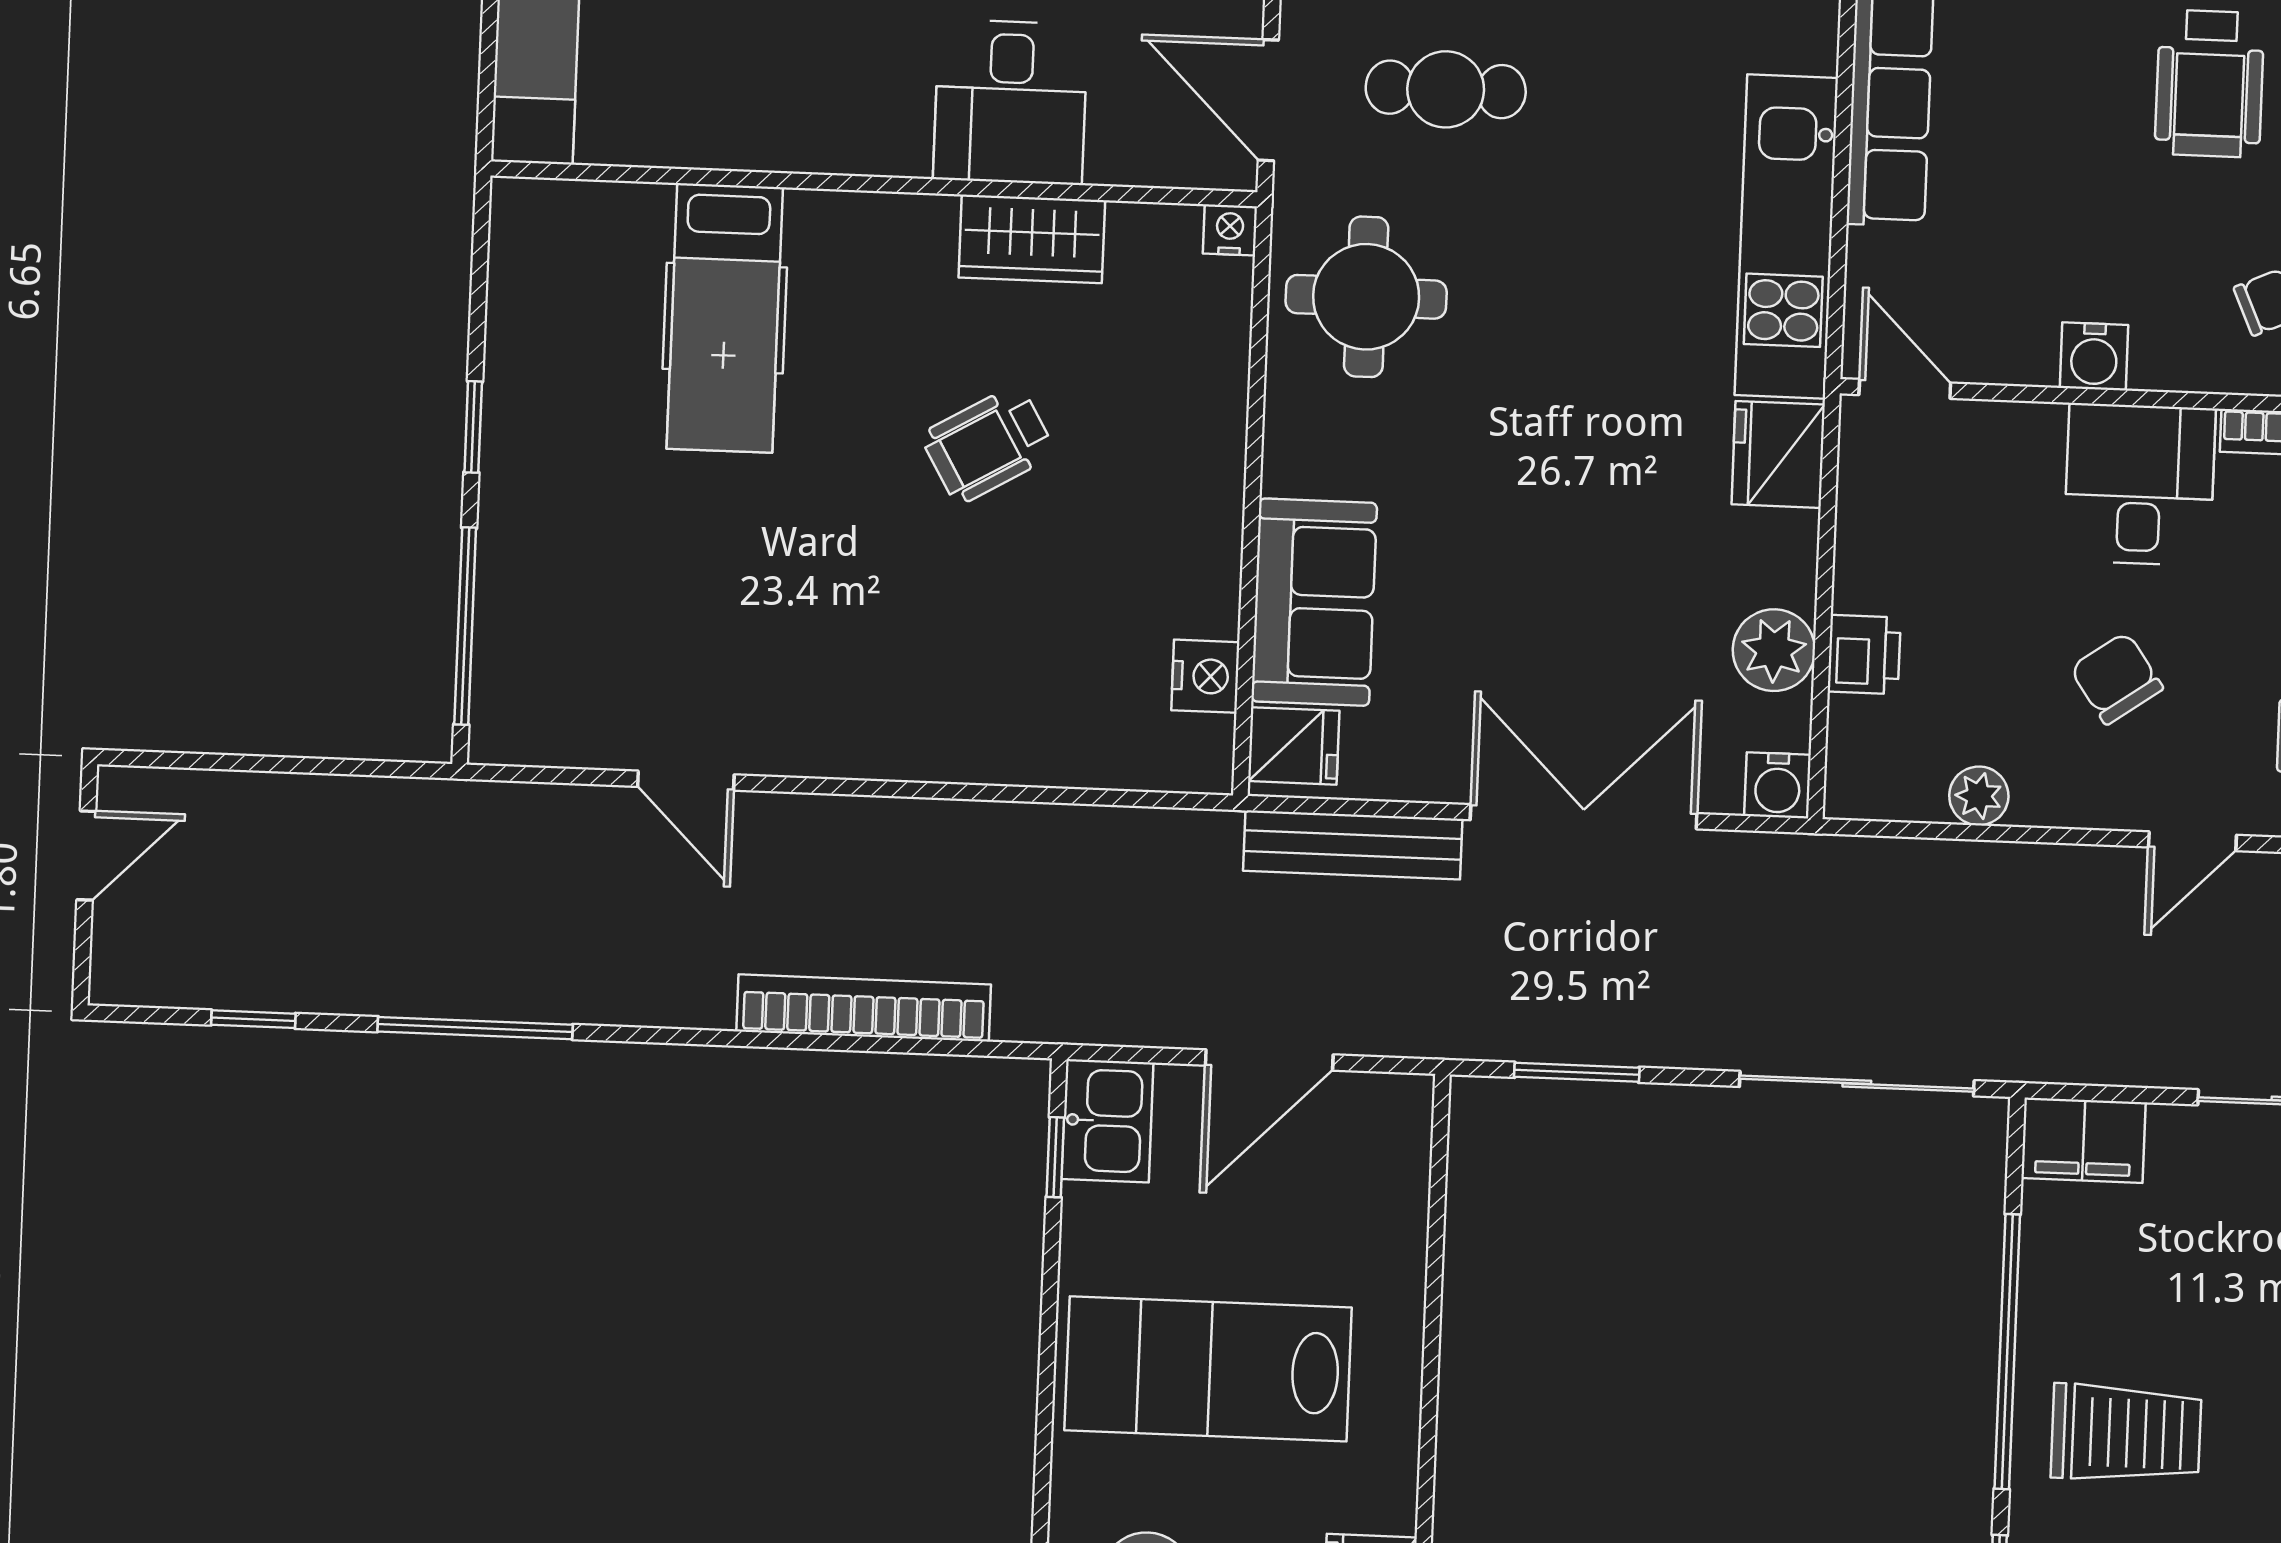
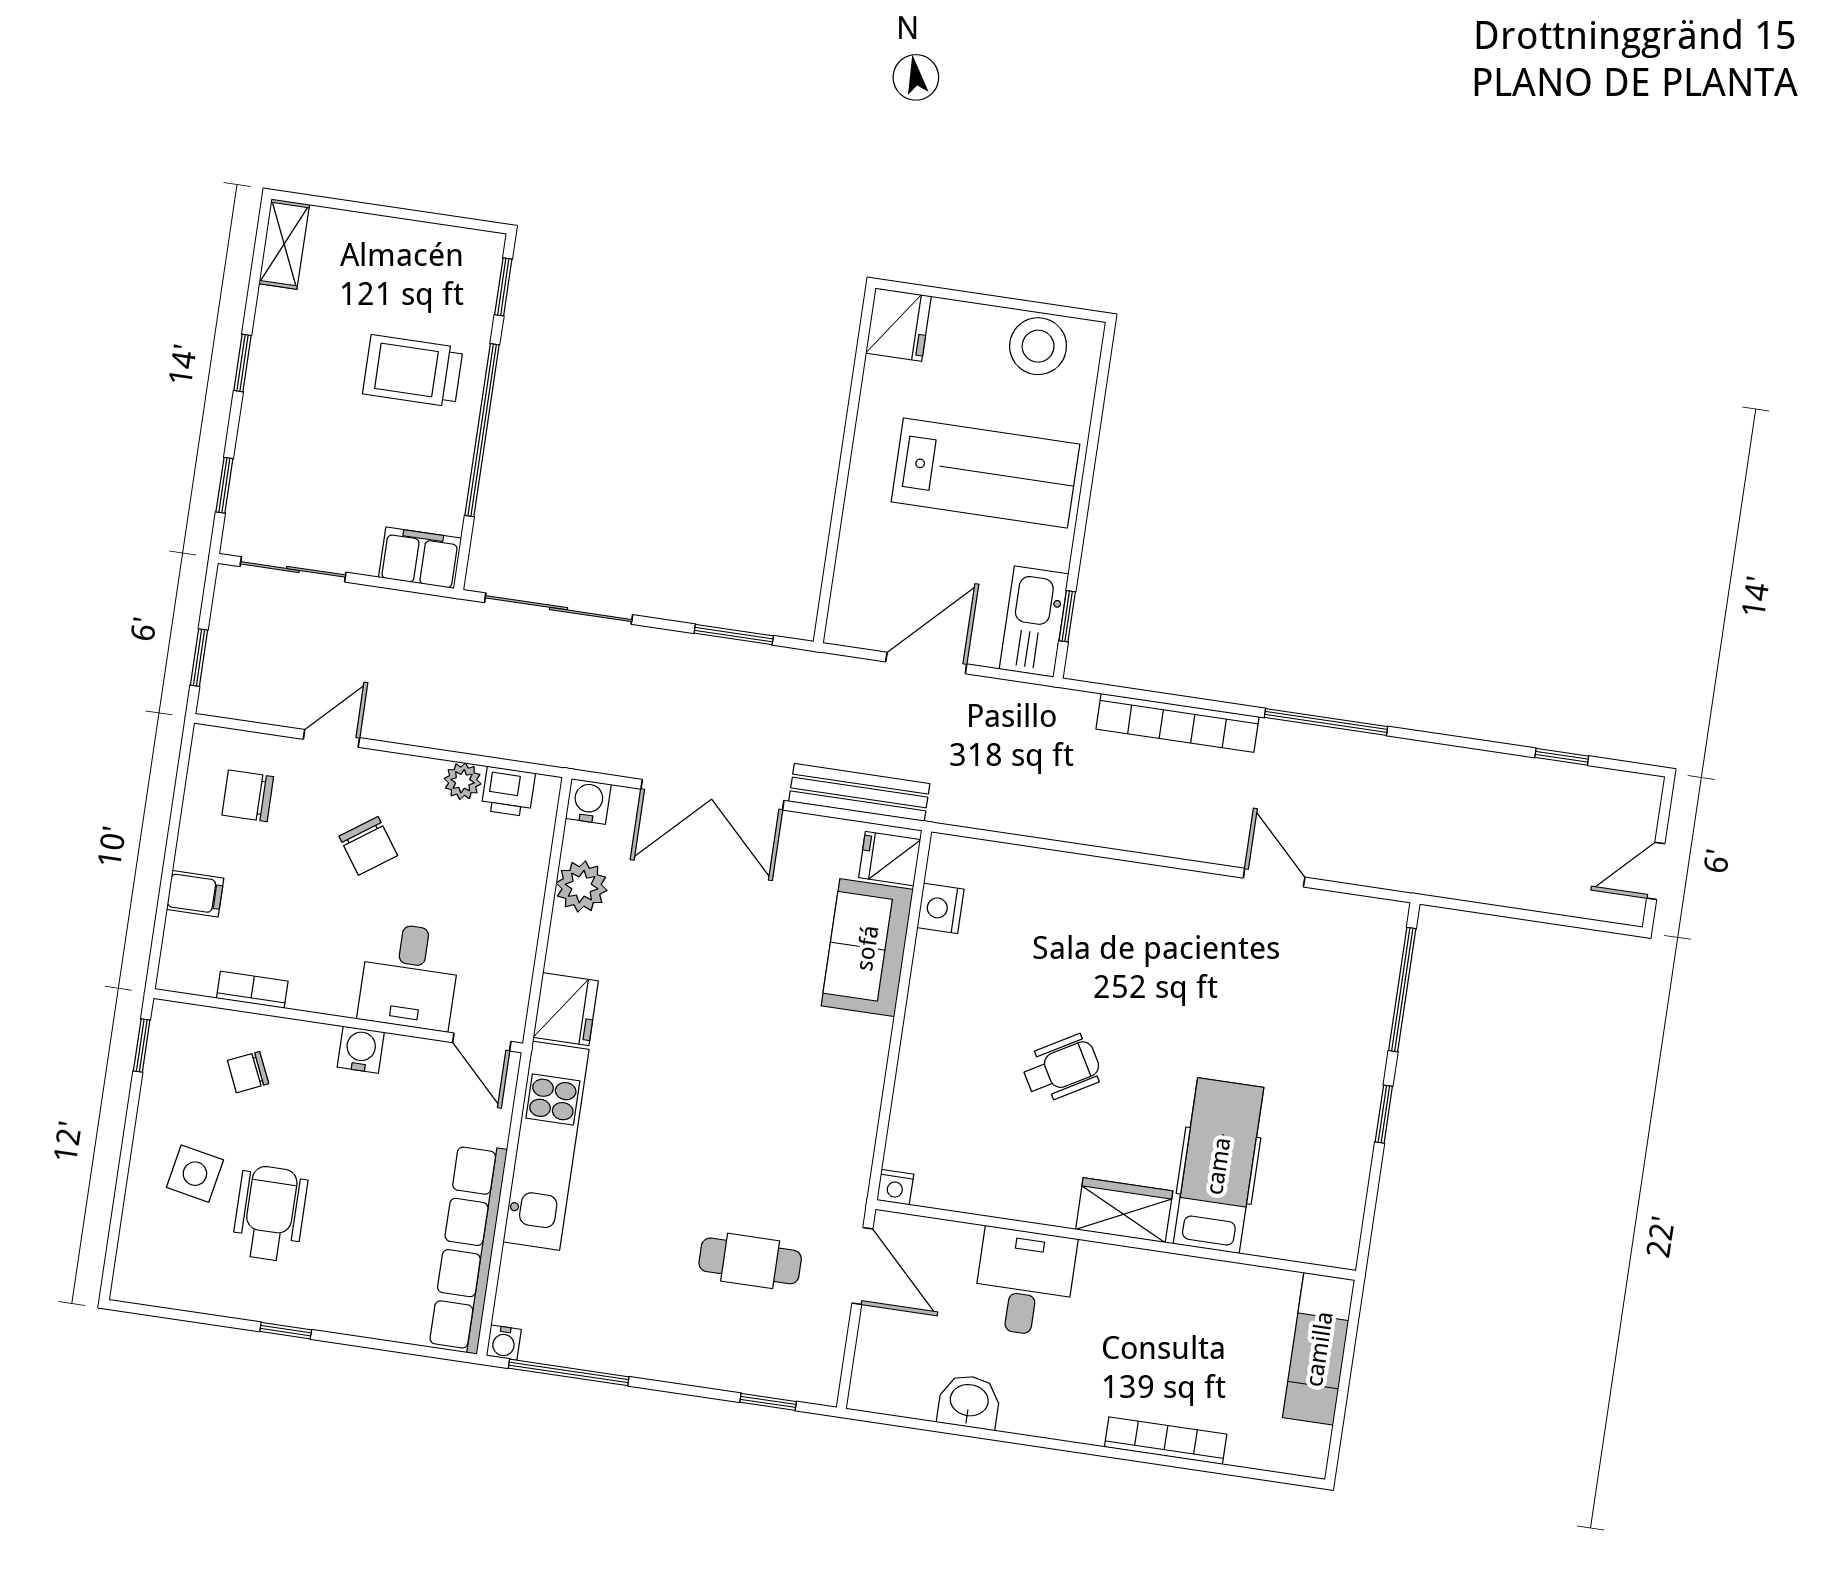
wardrobe: (1032, 239) -> (1124, 1210), moved
round table: (1366, 297) -> (814, 1136), removed
desk: (2140, 484) -> (409, 976), moved
printer: (1864, 655) -> (508, 791), moved, turned -90
window: (475, 1028) -> (1326, 722), moved
kitchen sink: (1107, 1121) -> (1034, 622), width x1.38

